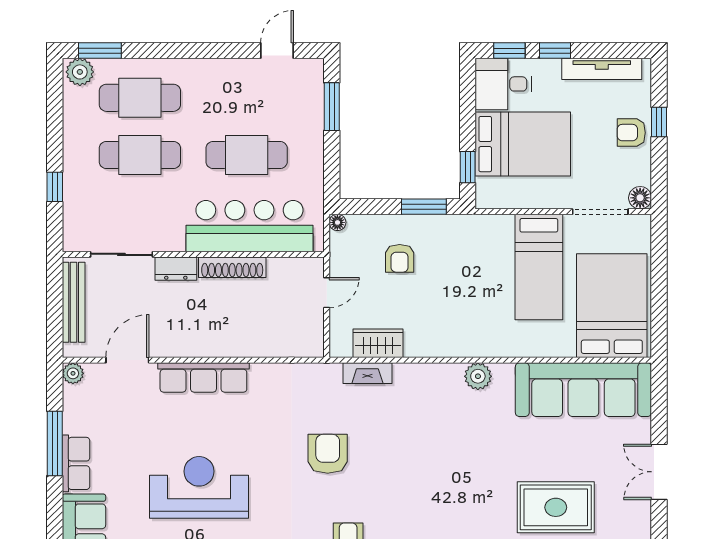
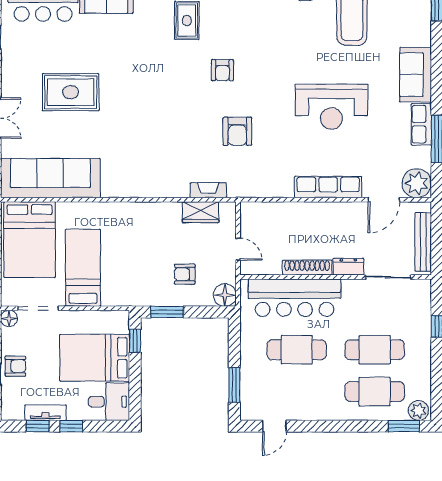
window: (509, 51) -> (38, 426), moved
tv unit: (602, 69) -> (45, 413), width x0.71
floor lamp: (337, 222) -> (225, 295), width x1.89, depth x1.89
armchair: (400, 258) -> (185, 274), turned -90
door: (327, 293) -> (238, 249), swing flipped
plant: (73, 373) -> (417, 183), width x1.88, depth x1.88
plant: (478, 376) -> (127, 188), removed

